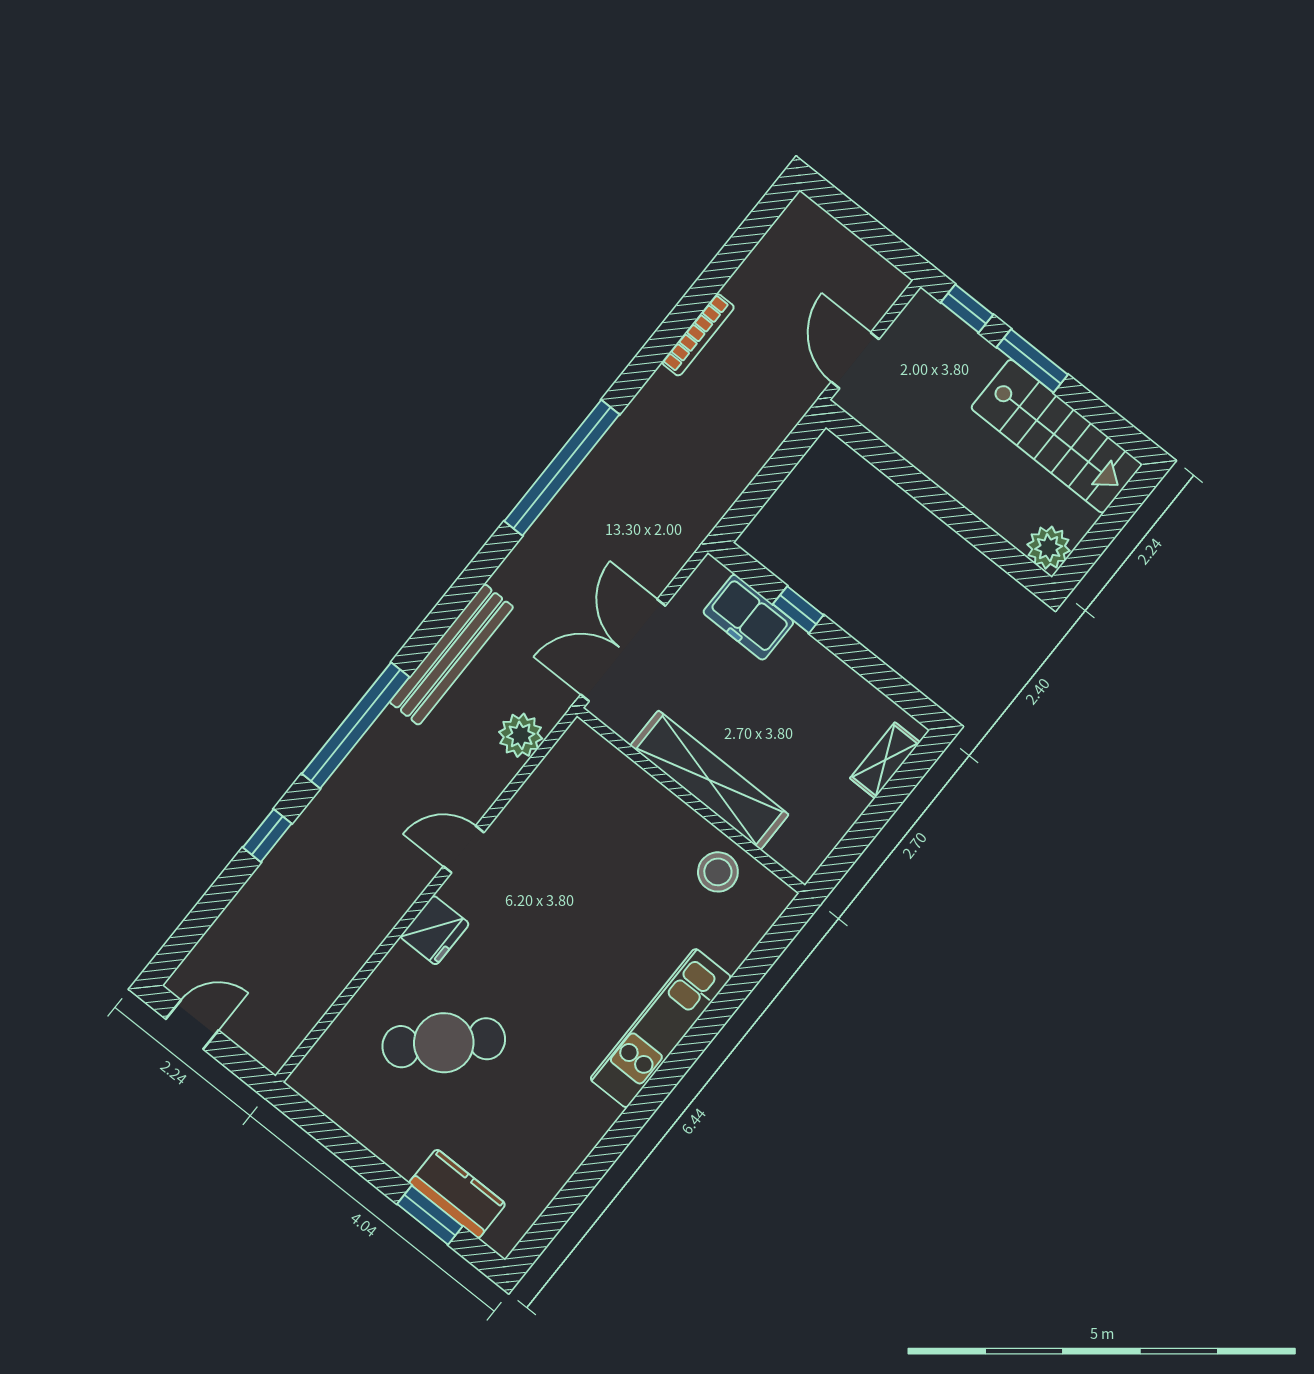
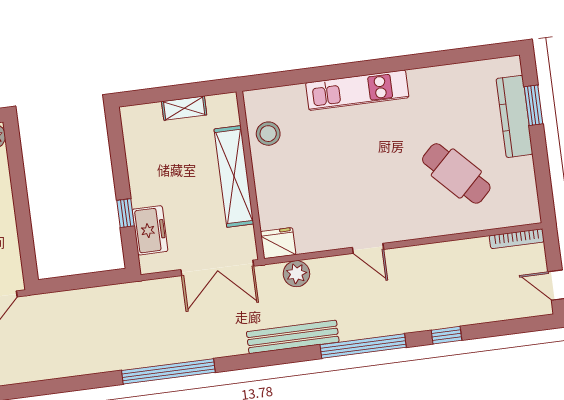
bookcase: (698, 335) -> (517, 239), moved, turned 180
shelving: (885, 760) -> (184, 108), moved
fridge: (435, 930) -> (278, 243), moved
kitchen counter: (457, 1194) -> (514, 116), width x1.50

